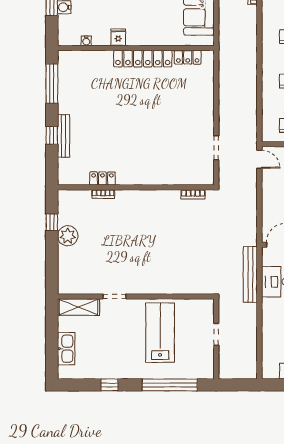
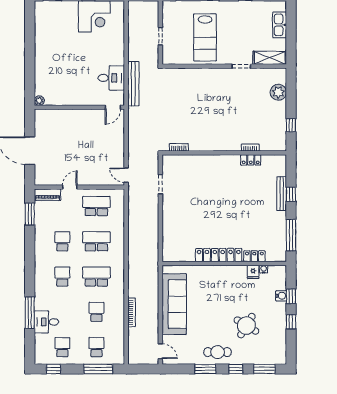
fridge: (118, 37) -> (253, 272), moved
locker: (188, 57) -> (254, 256), moved
plant: (68, 236) -> (278, 92), moved

